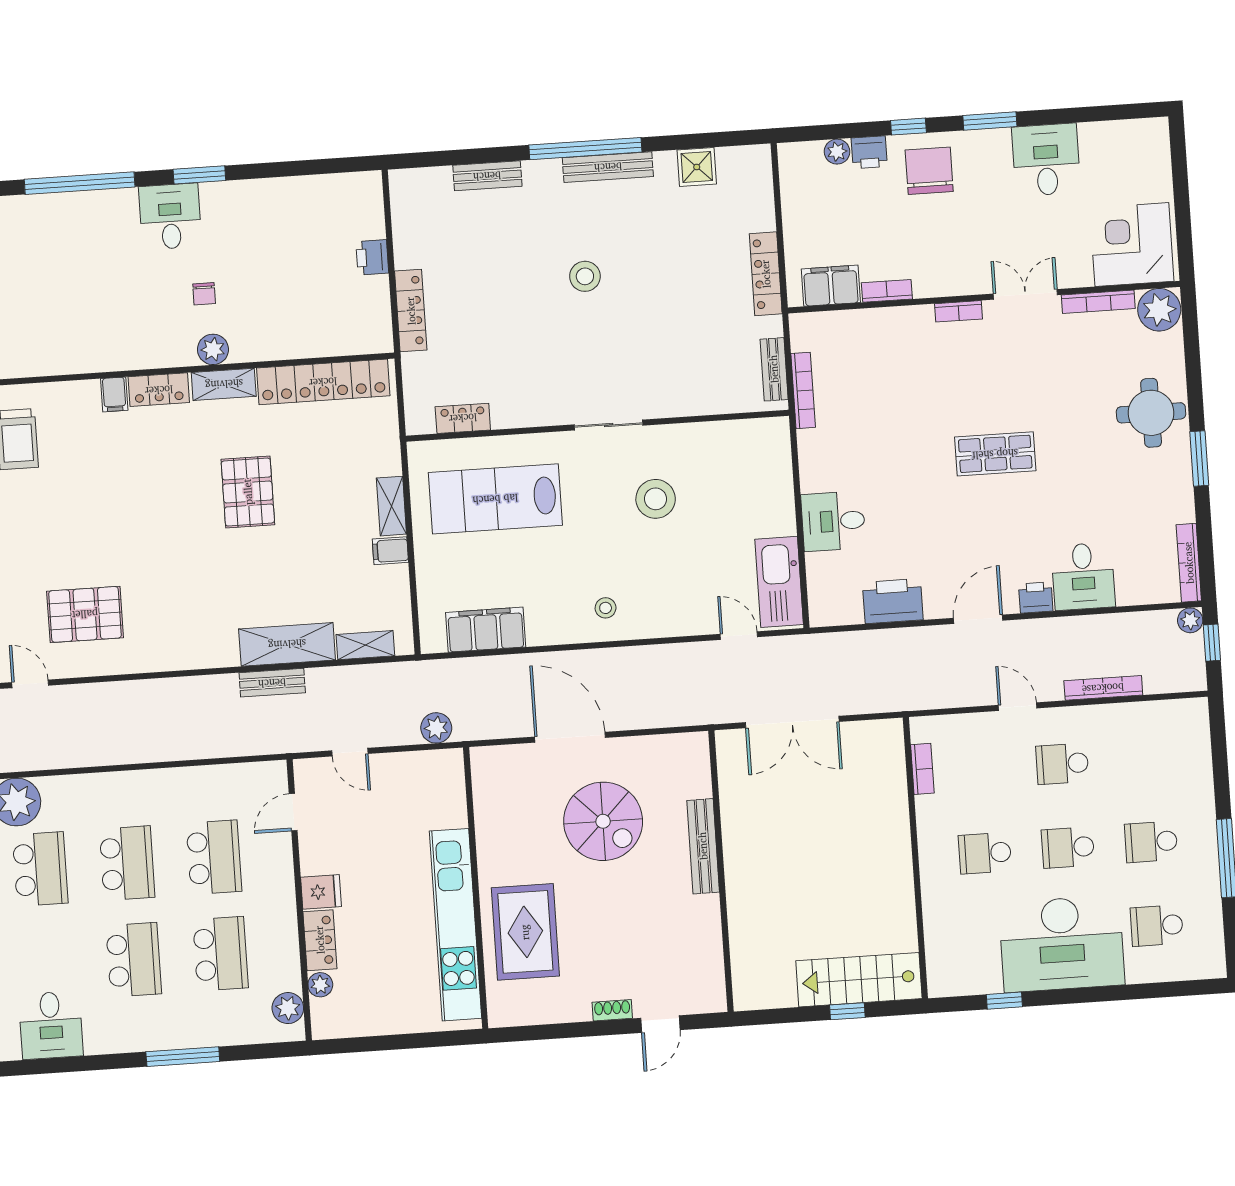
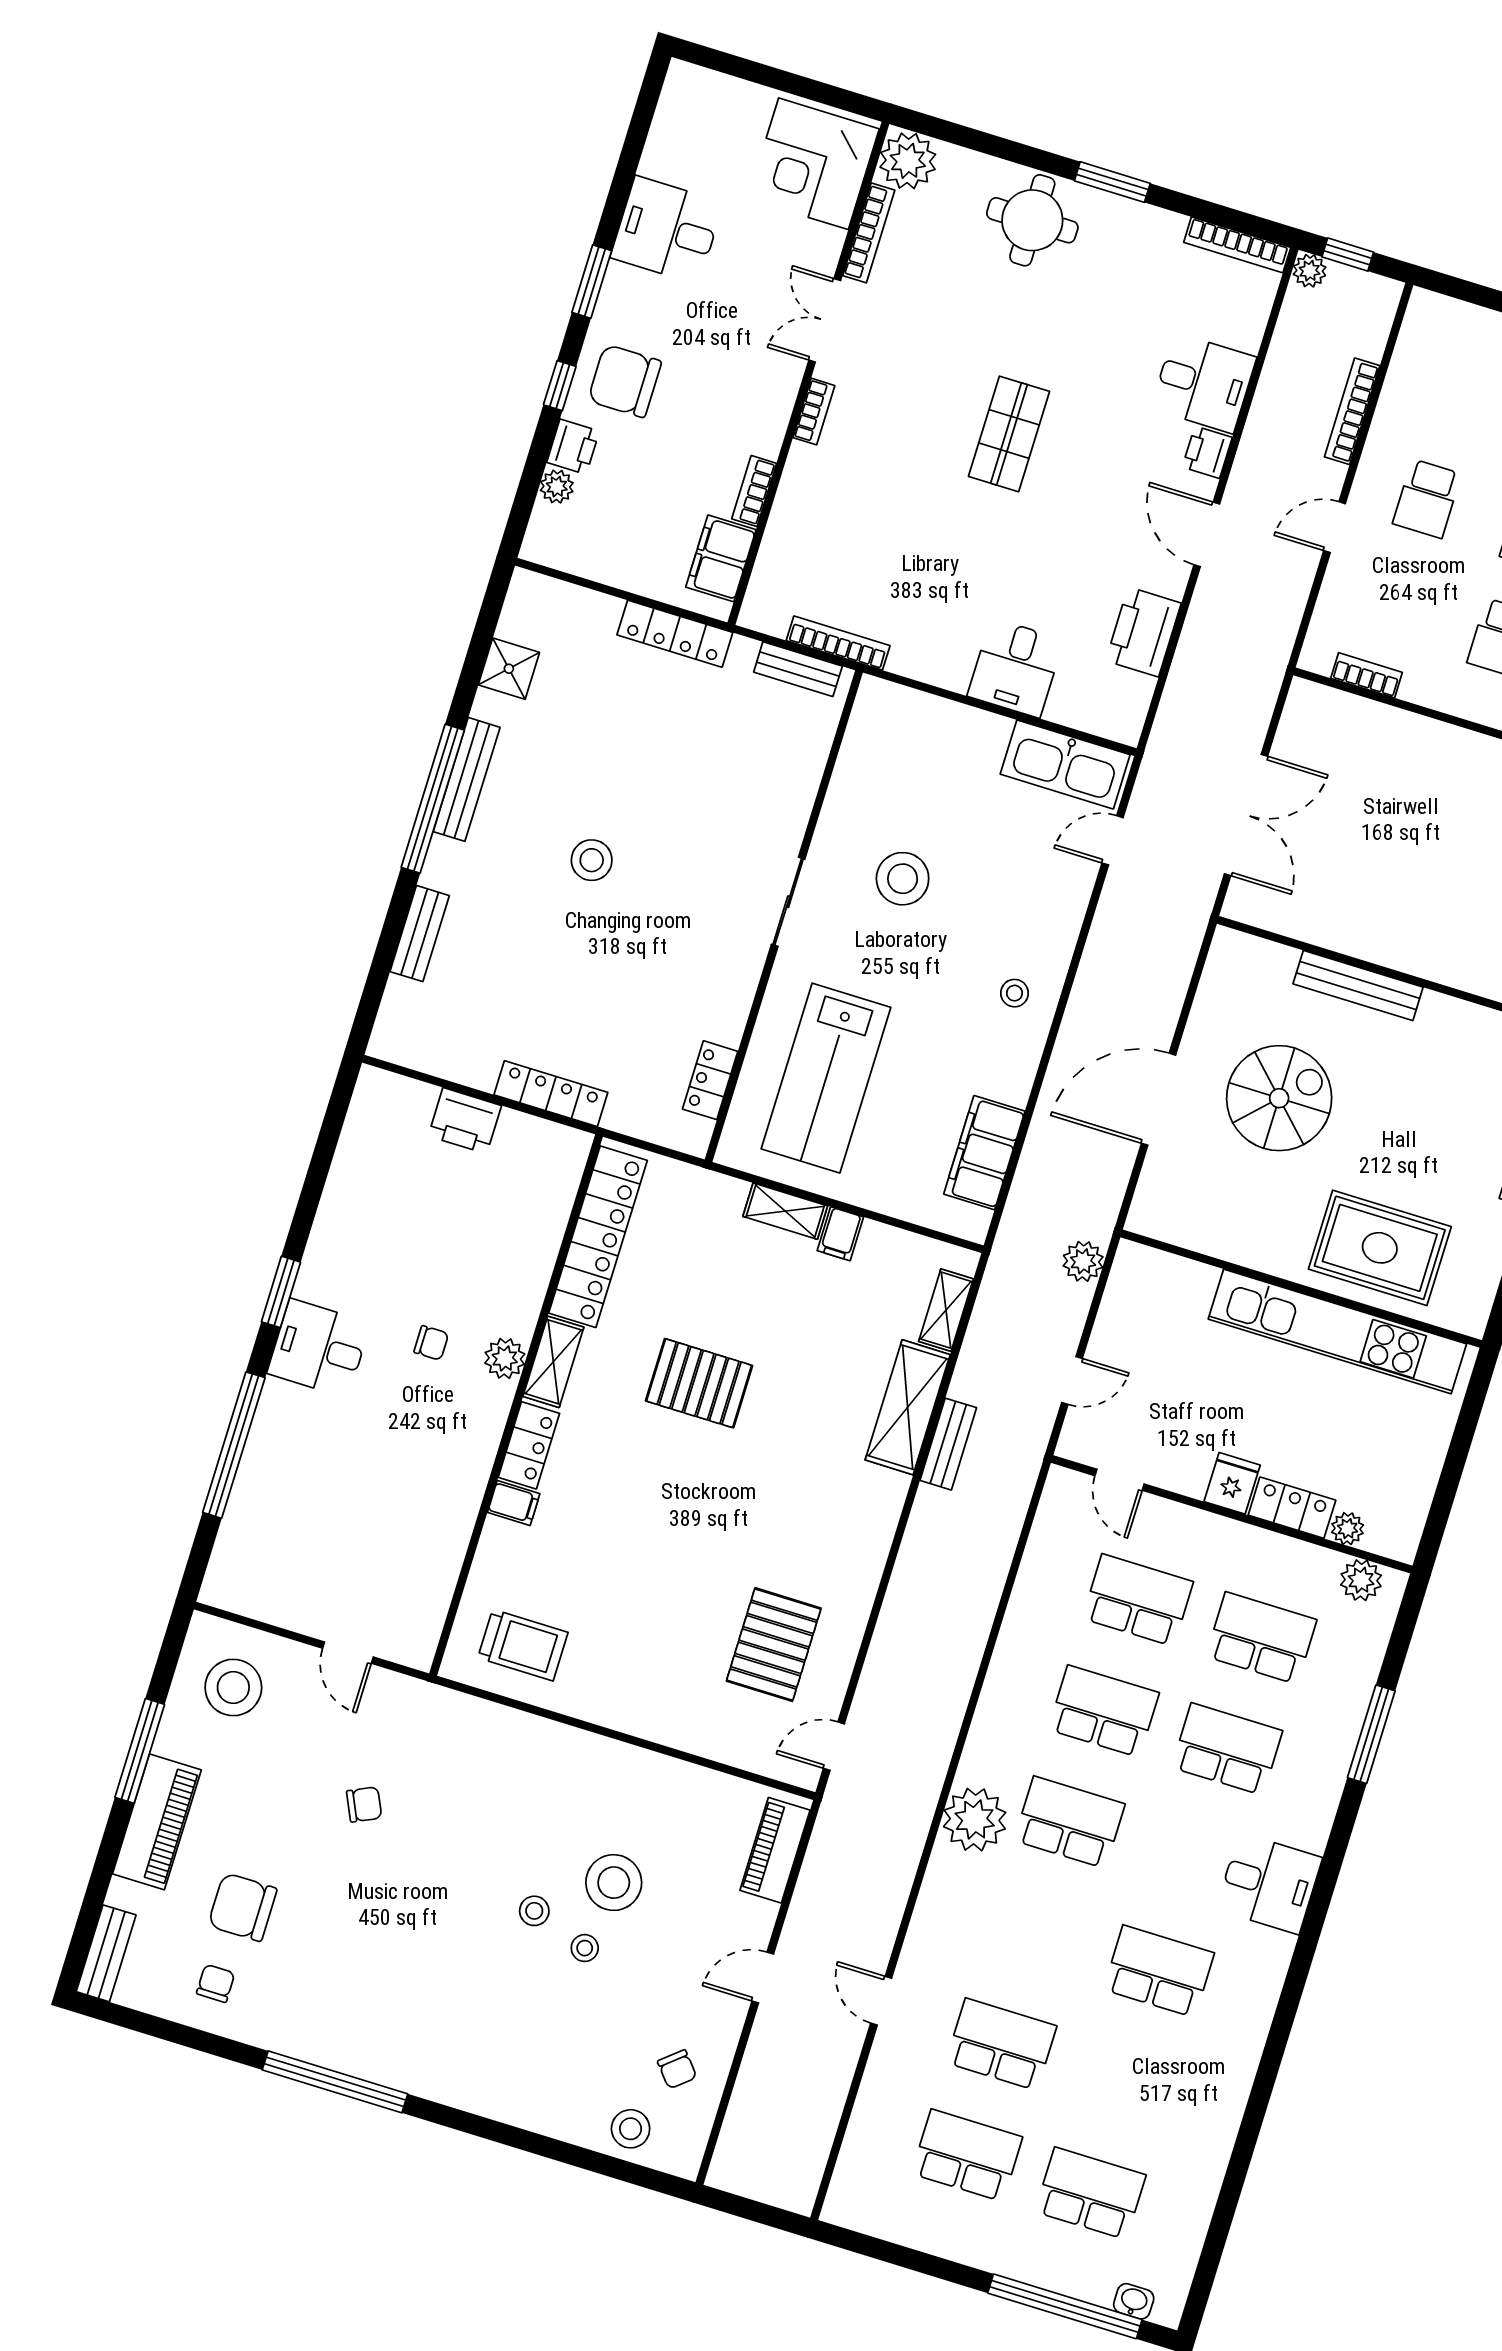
printer: (372, 257) -> (465, 1121), width x1.36, depth x1.24

